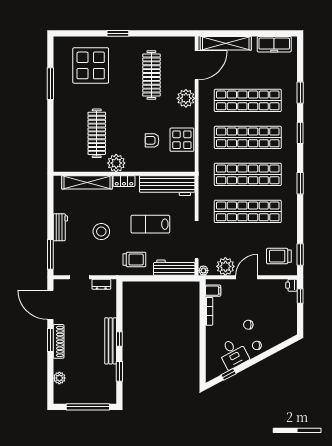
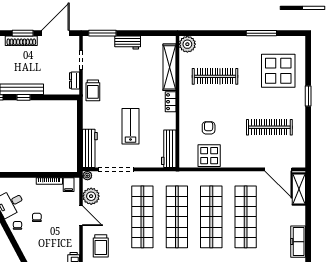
shelving: (226, 43) -> (299, 189), width x0.68
plant: (186, 98) -> (248, 159), removed
plant: (116, 163) -> (187, 44), moved
workbench: (167, 186) -> (169, 149), width x0.73, depth x0.76
stool: (101, 232) -> (124, 81), removed
trolley: (279, 256) -> (101, 246), turned 180
trolley: (134, 260) -> (93, 90), moved

